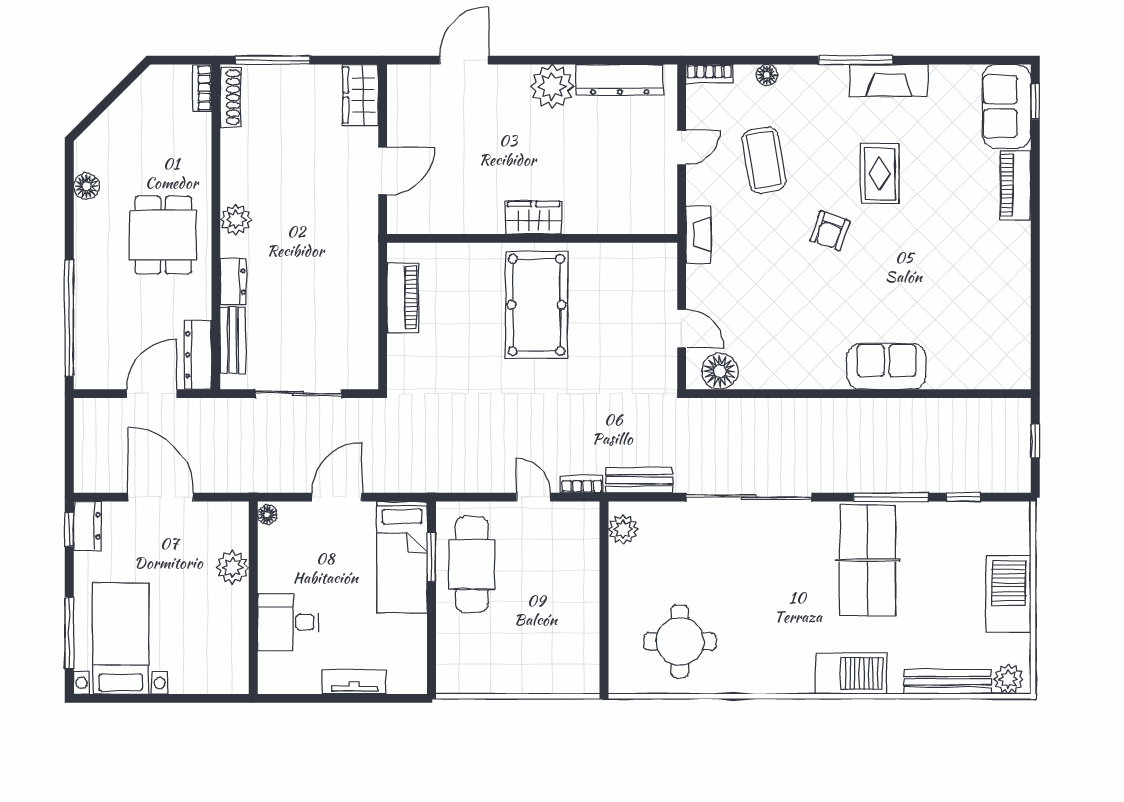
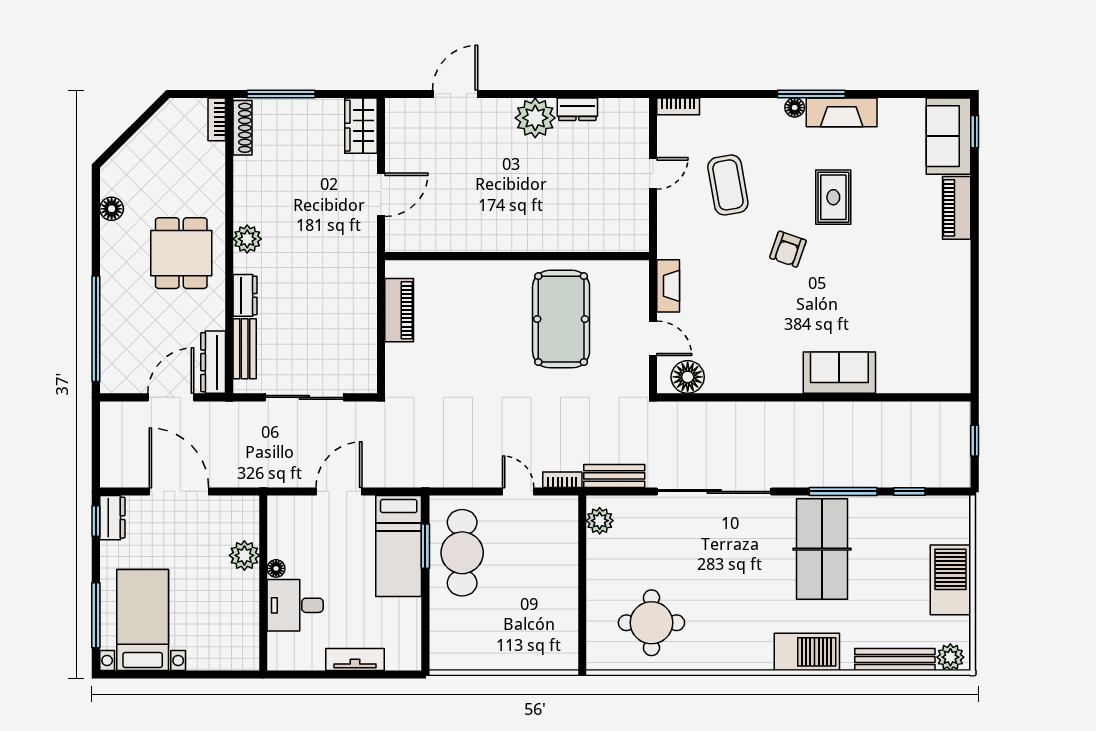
floor lamp: (767, 75) -> (795, 108), moved
dresser: (620, 80) -> (577, 109), width x0.51, depth x0.80
wardrobe: (534, 218) -> (518, 237), removed
fireplace: (698, 234) -> (668, 286), moved
pool table: (537, 305) -> (561, 319), moved
floor lamp: (267, 515) -> (276, 568), moved

